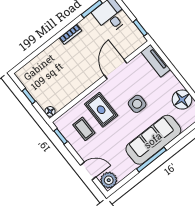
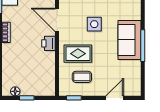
printer: (90, 78) -> (48, 43), added
floor lamp: (50, 111) -> (15, 91), moved
sofa: (153, 140) -> (129, 40), width x0.73
plant: (109, 180) -> (133, 88), removed

